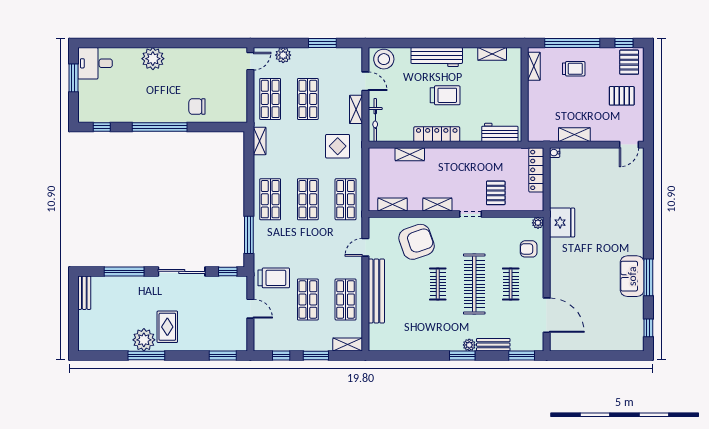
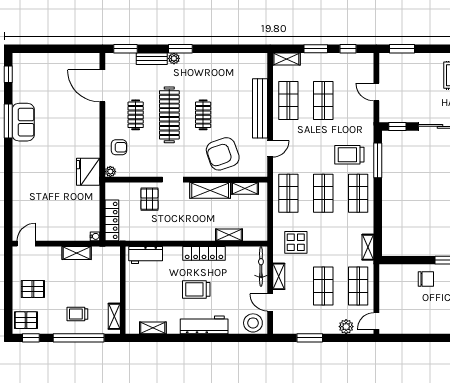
pallet: (629, 62) -> (26, 320), turned 90
shelving: (437, 204) -> (210, 190), width x1.50, depth x1.33
trolley: (274, 278) -> (349, 155), moved

